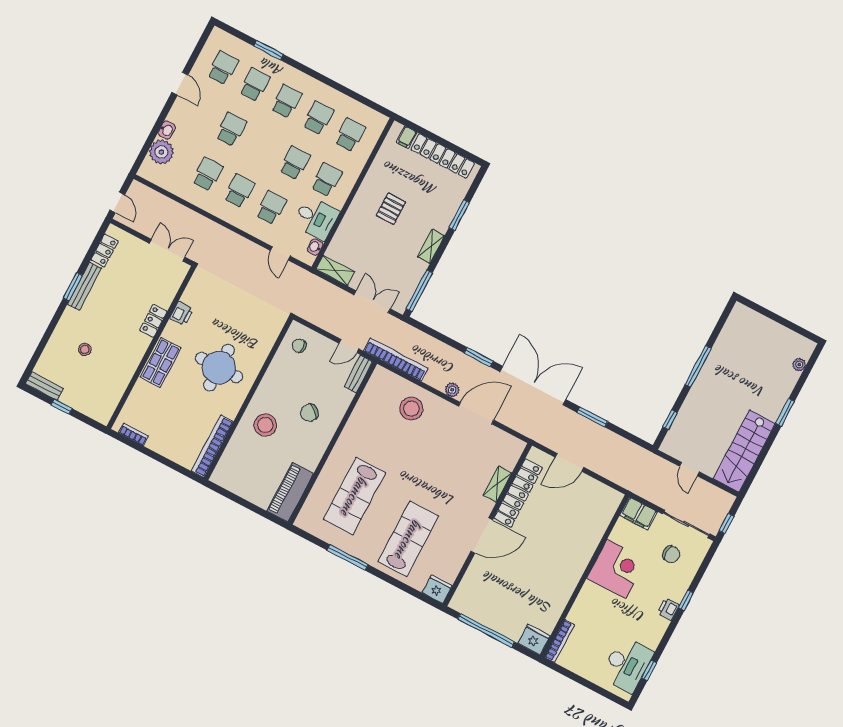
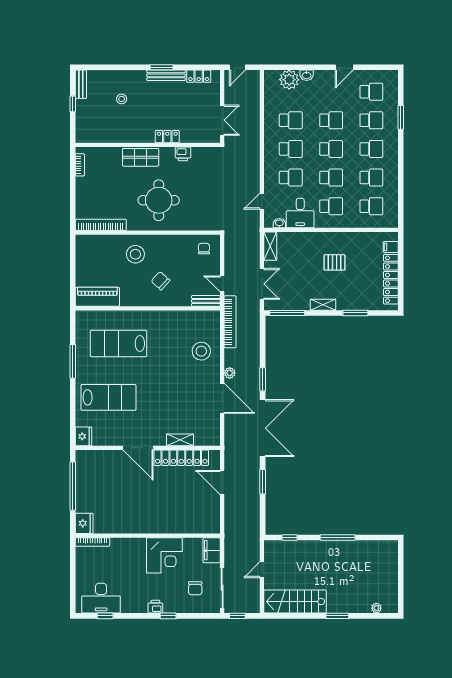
school desk: (263, 146) -> (331, 149), added

